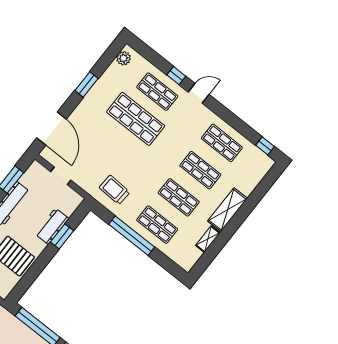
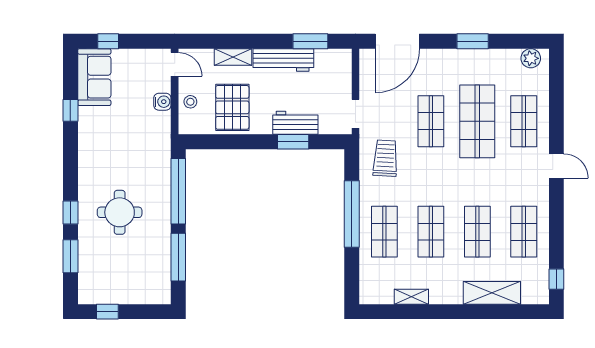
window: (176, 76) -> (556, 128), removed
shop shelf: (114, 146) -> (431, 121), added
doorway: (61, 176) -> (355, 114), moved
shelving: (227, 210) -> (492, 293), moved

